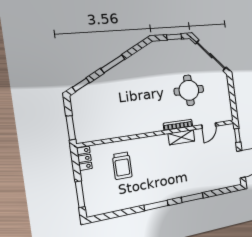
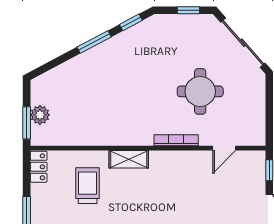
window: (81, 85) -> (131, 22), moved
plant: (80, 121) -> (40, 115), added
shelving: (181, 137) -> (129, 159), moved
trolley: (122, 166) -> (88, 186), turned 180

